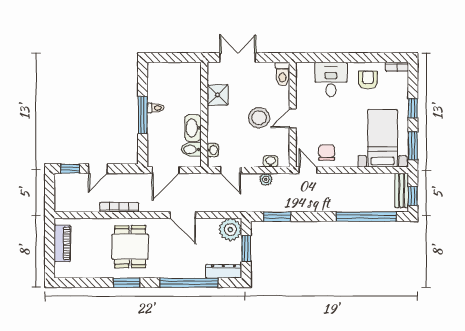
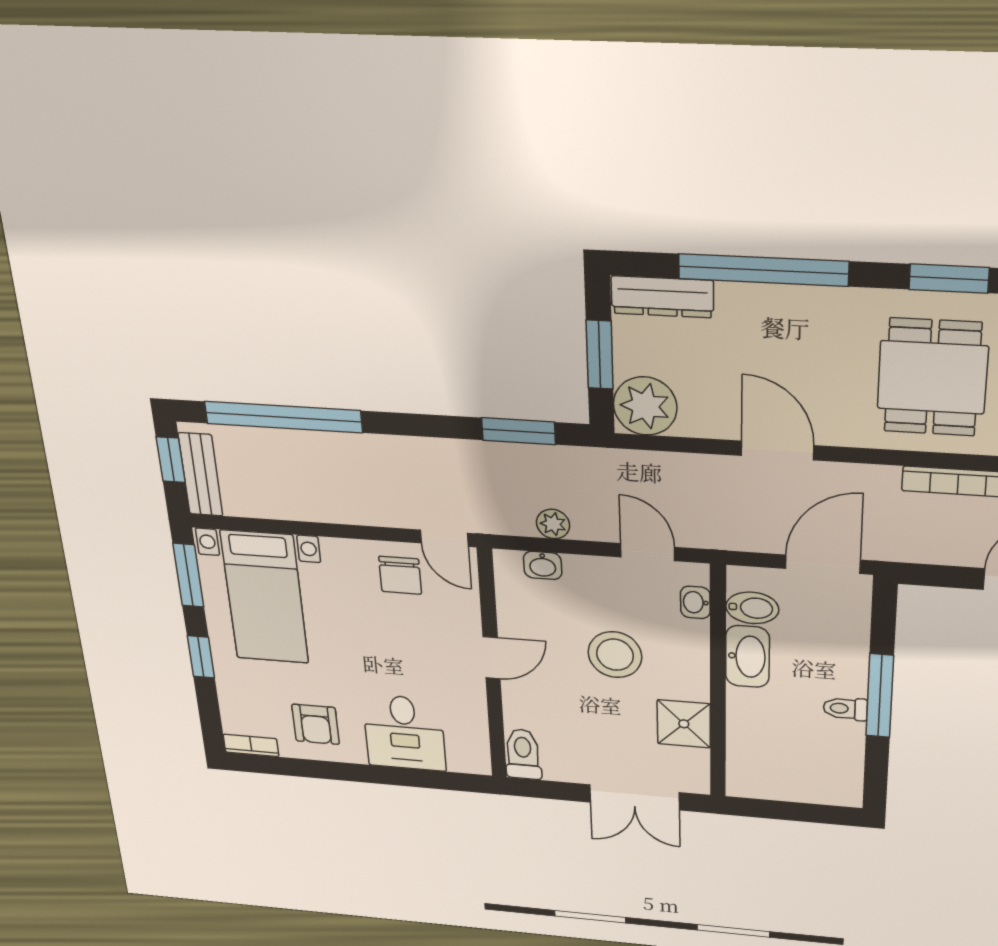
stool: (259, 118) -> (615, 655), moved

